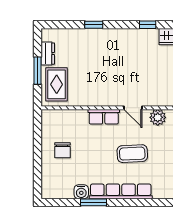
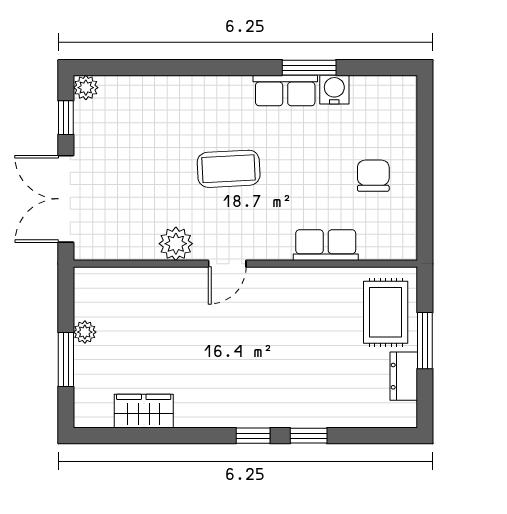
window: (148, 25) -> (253, 436), moved
door: (133, 108) -> (227, 264), swing flipped
row of seats: (104, 117) -> (326, 245), moved
row of seats: (121, 191) -> (285, 91), width x0.50

